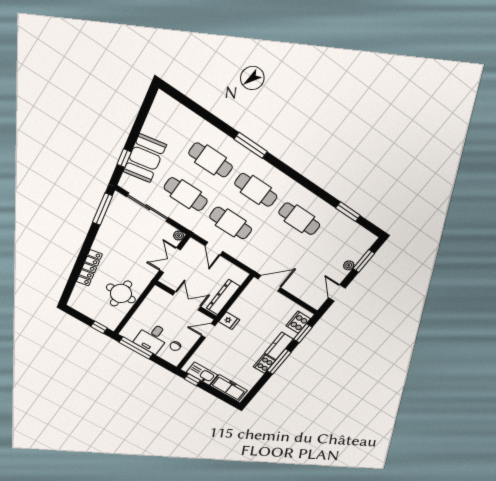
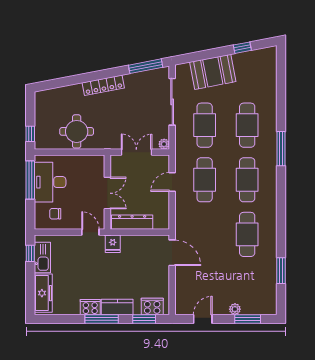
window: (124, 158) -> (242, 48), moved
locker: (89, 268) -> (103, 85), moved
desk: (152, 338) -> (50, 182), width x1.37

